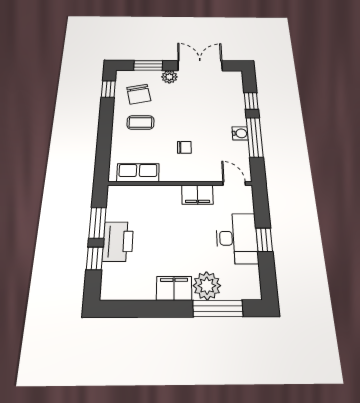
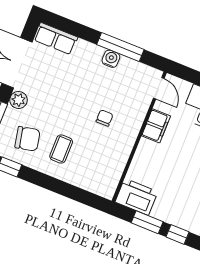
window: (251, 101) -> (80, 31), removed
row of seats: (138, 173) -> (56, 39), moved, turned -90
door: (234, 183) -> (159, 88), swing flipped
printer: (118, 241) -> (136, 197), moved

